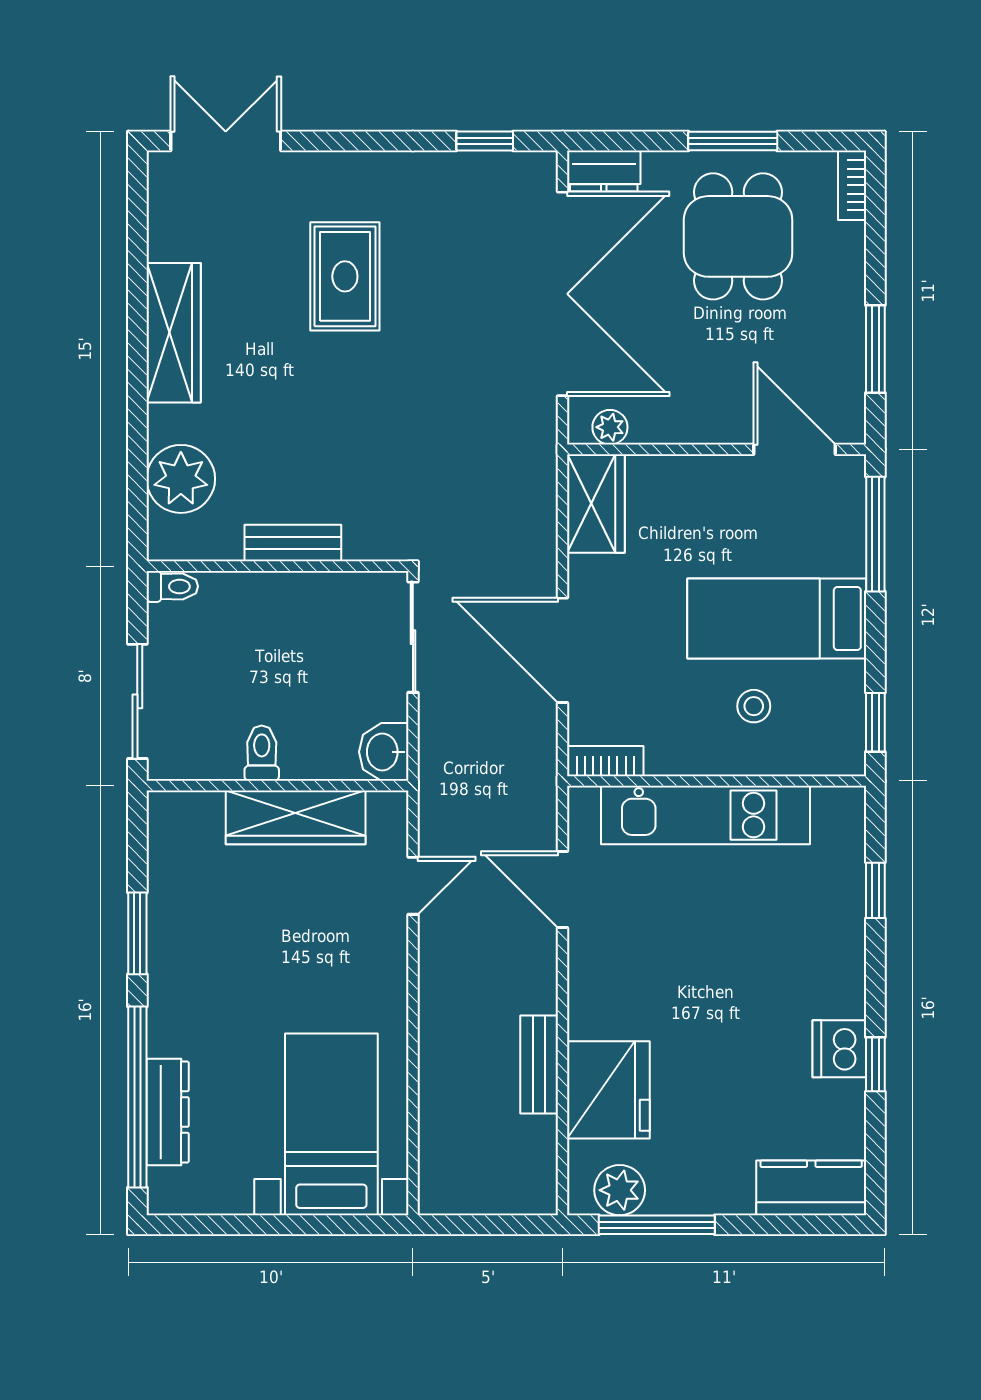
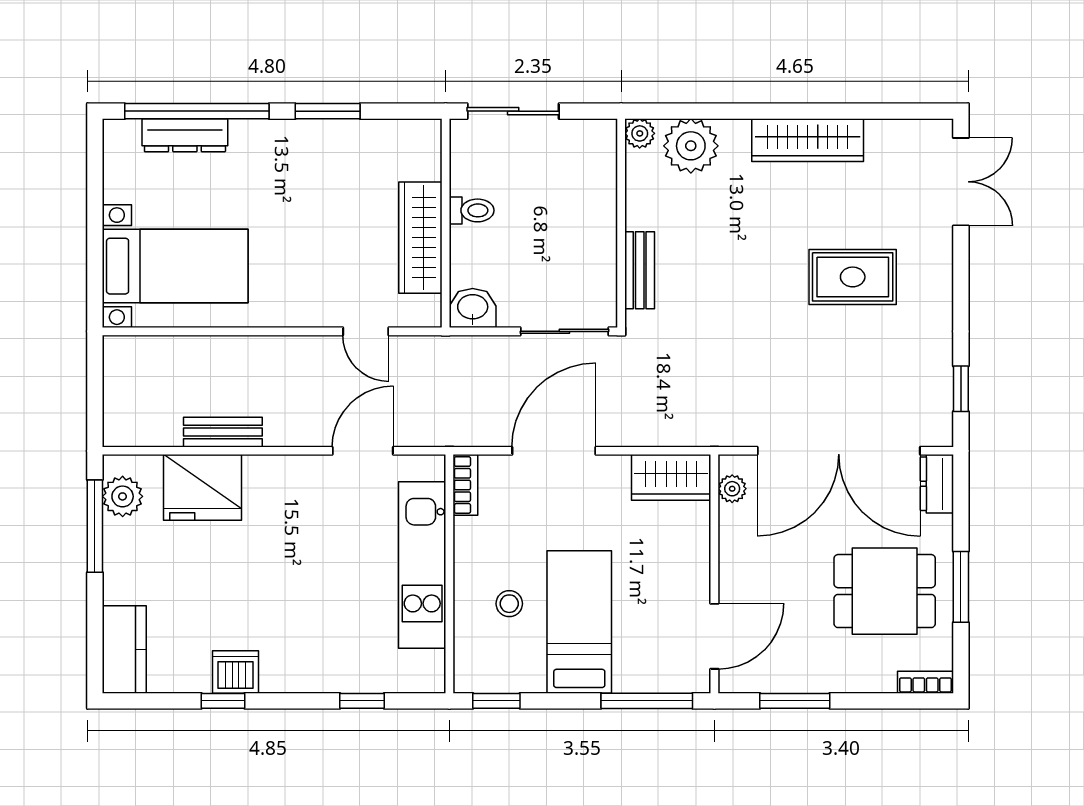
plant: (165, 543) -> (640, 133), added
bench: (293, 543) -> (640, 270), moved
toilet: (172, 586) -> (605, 139), removed

